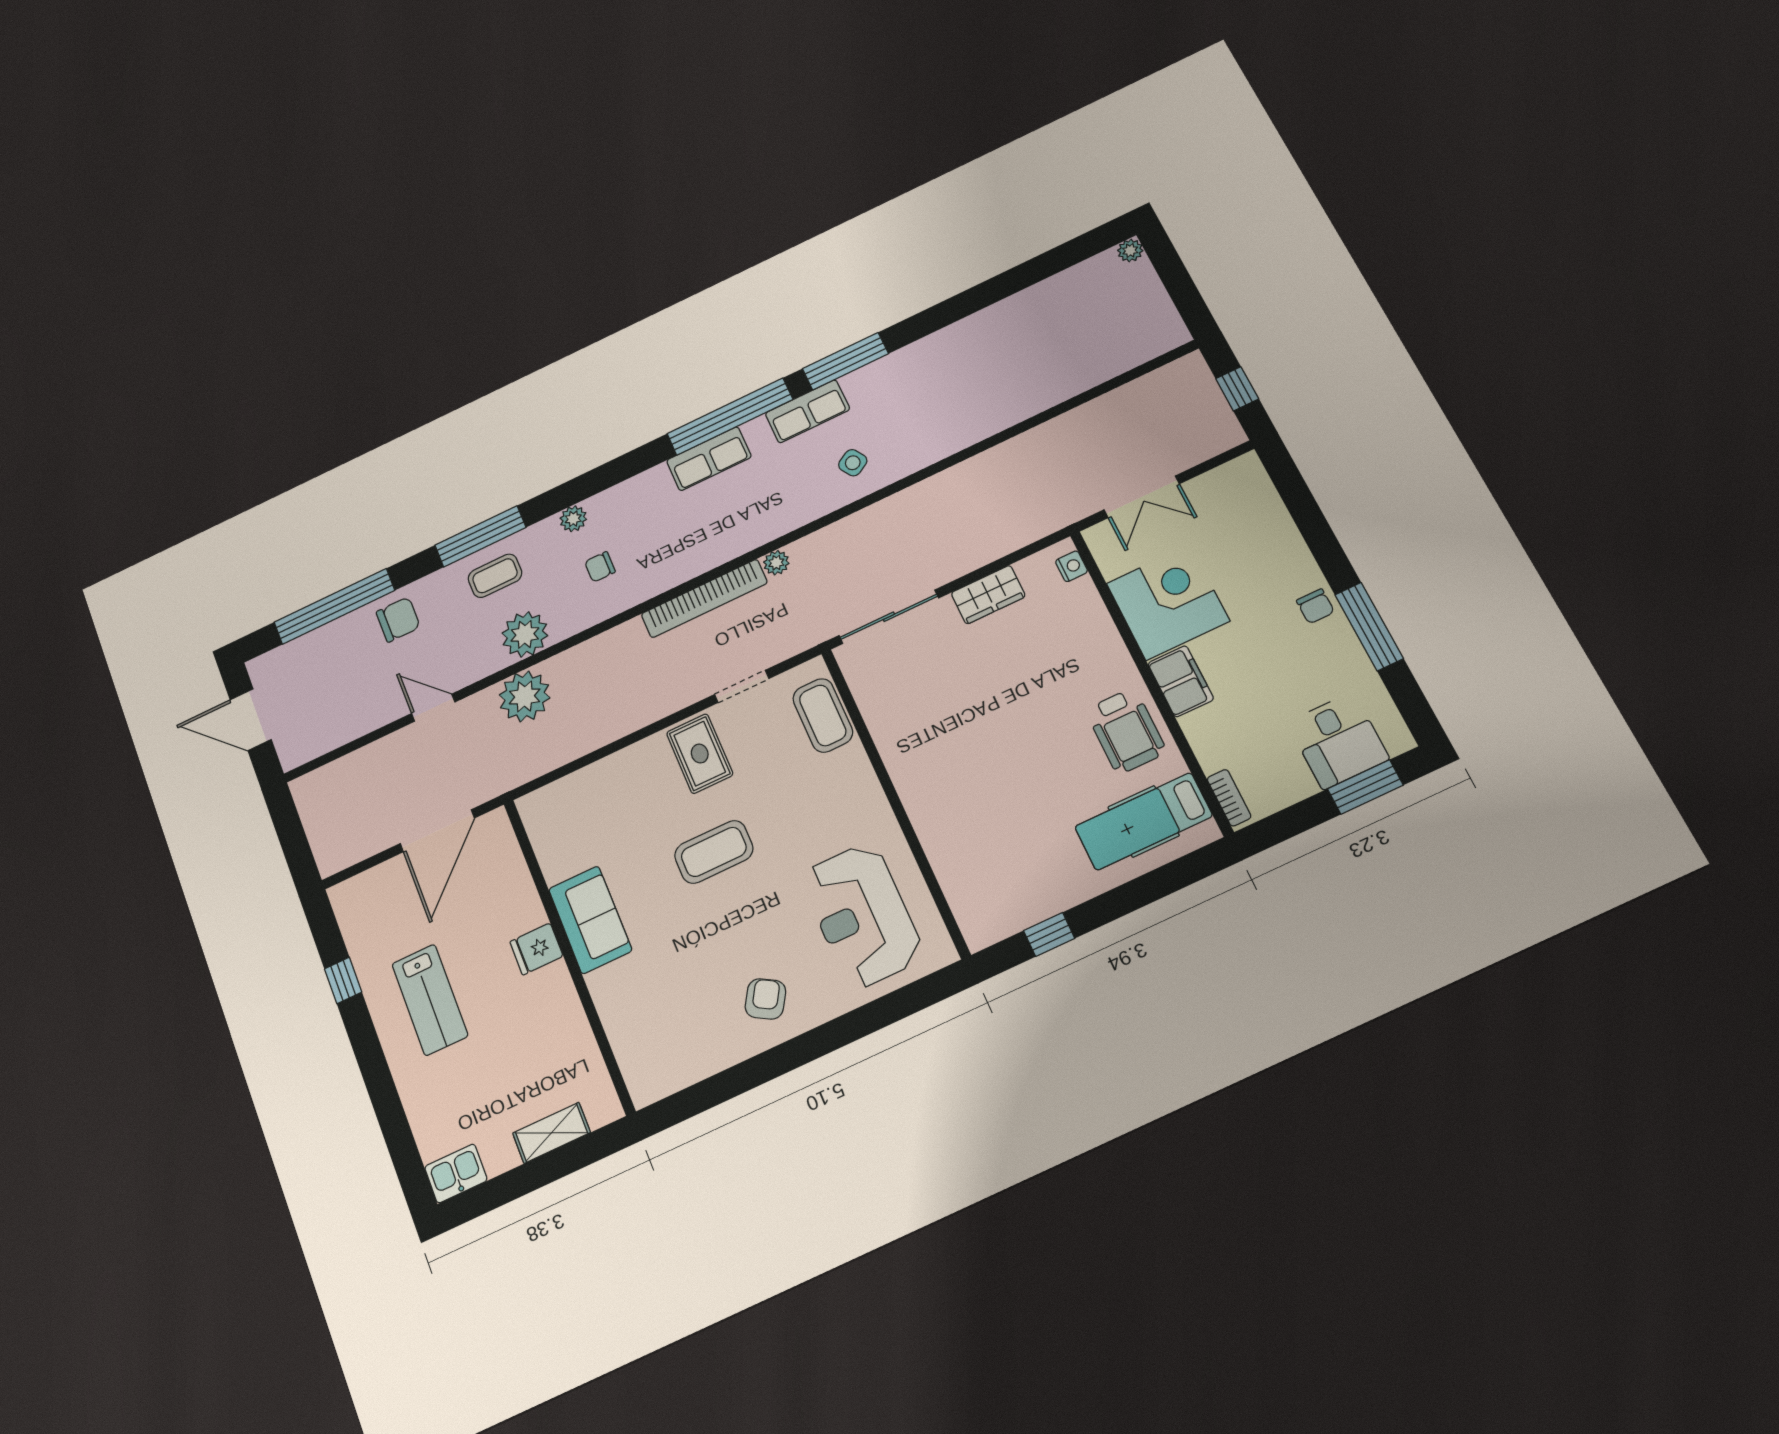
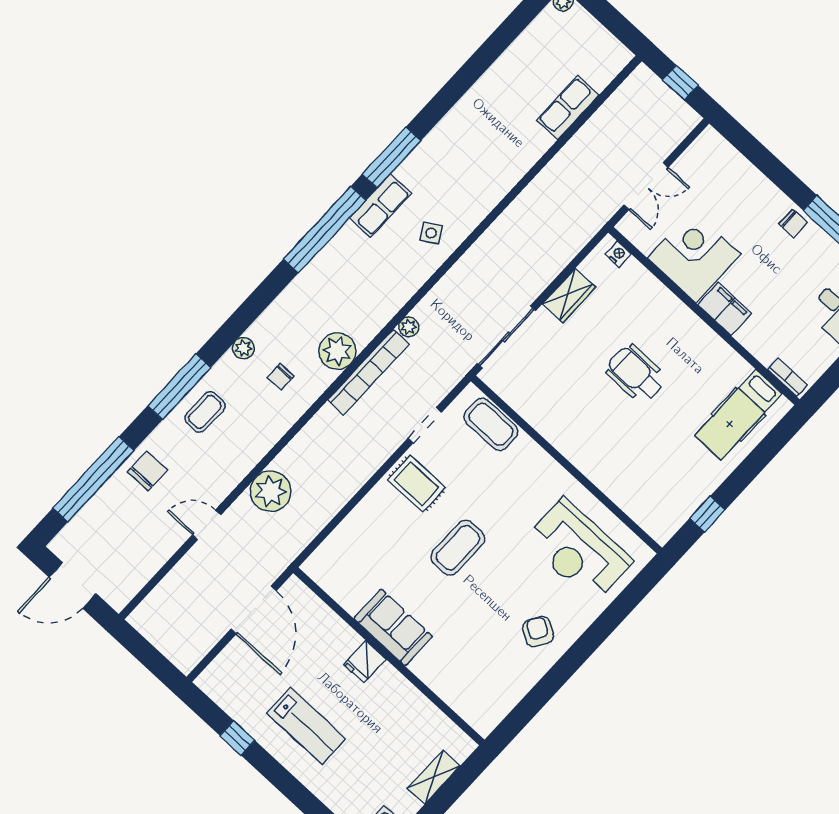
row of seats: (709, 459) -> (568, 108), moved, turned 180
plant: (525, 634) -> (337, 351), moved
wheelchair: (1126, 731) -> (636, 374), moved, turned 180

